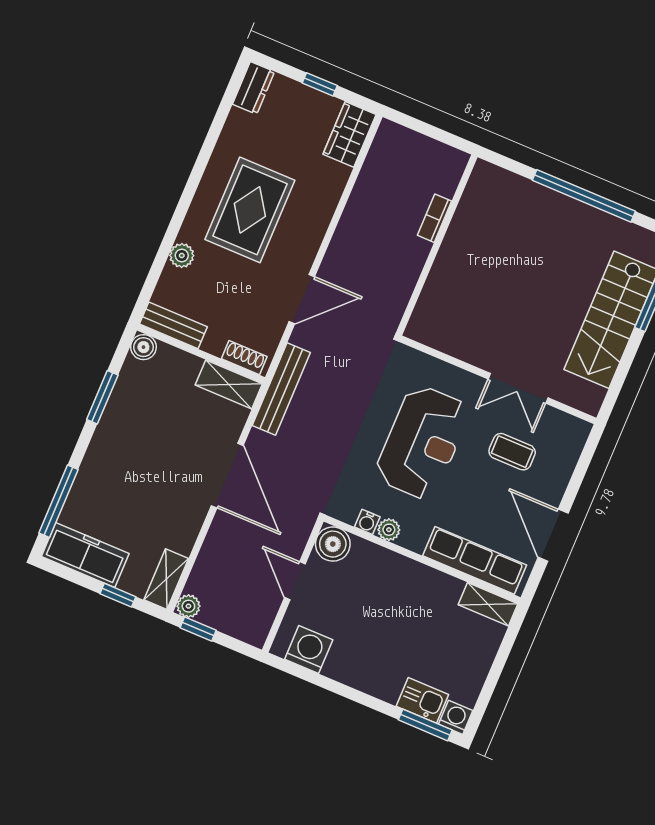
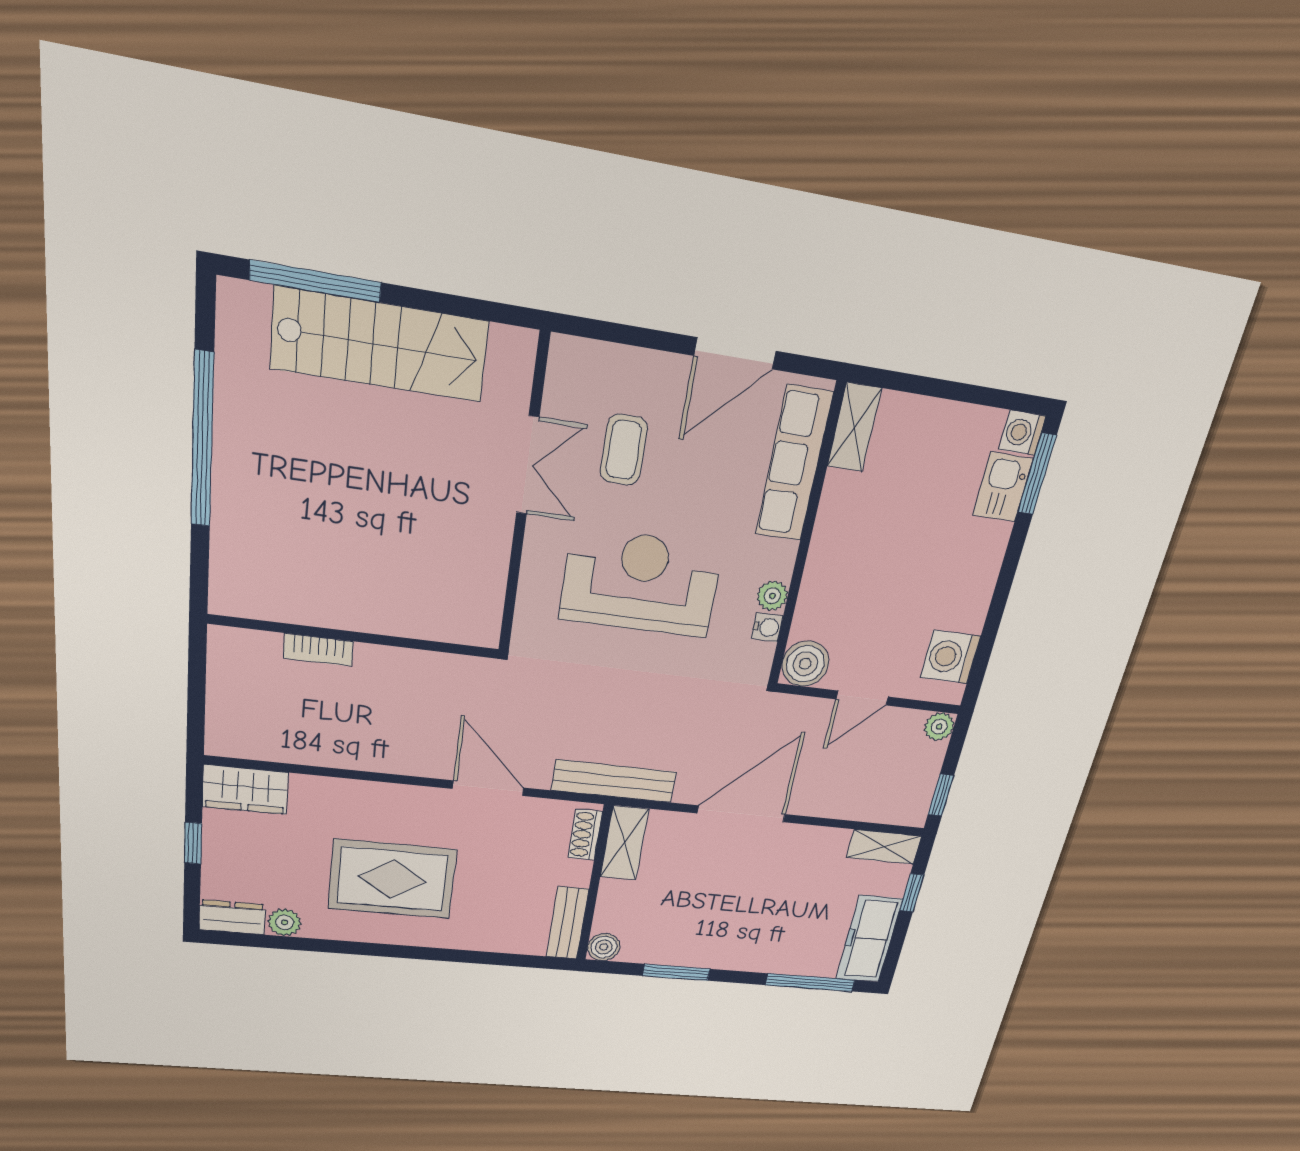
plant: (182, 255) -> (285, 922), moved
plant: (188, 606) -> (939, 727), moved

